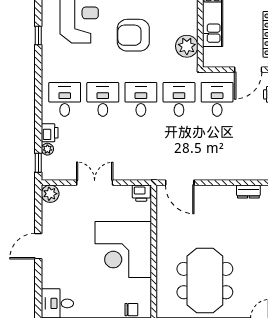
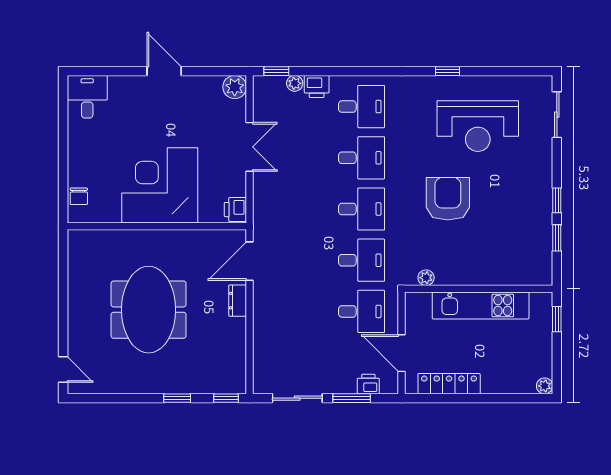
plant: (187, 46) -> (426, 278), width x0.53, depth x0.53
dresser: (248, 192) -> (238, 301), moved
meeting table: (205, 281) -> (149, 310), moved, turned 90

